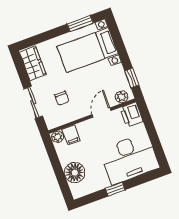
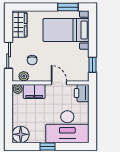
plant: (122, 97) -> (24, 76), moved
door: (102, 113) -> (59, 83), hinge flipped
filing cabinet: (71, 135) -> (34, 91), width x2.00
floor lamp: (75, 172) -> (21, 134), moved

